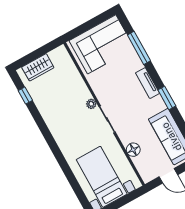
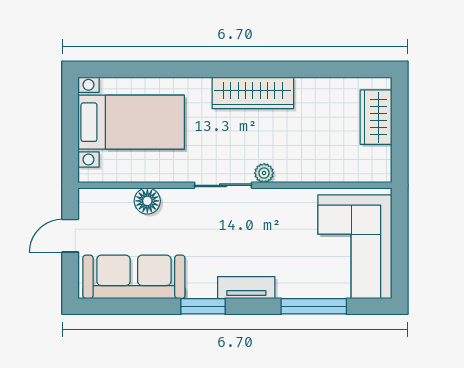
window: (25, 96) -> (340, 69), removed
wardrobe: (58, 129) -> (253, 93), added

